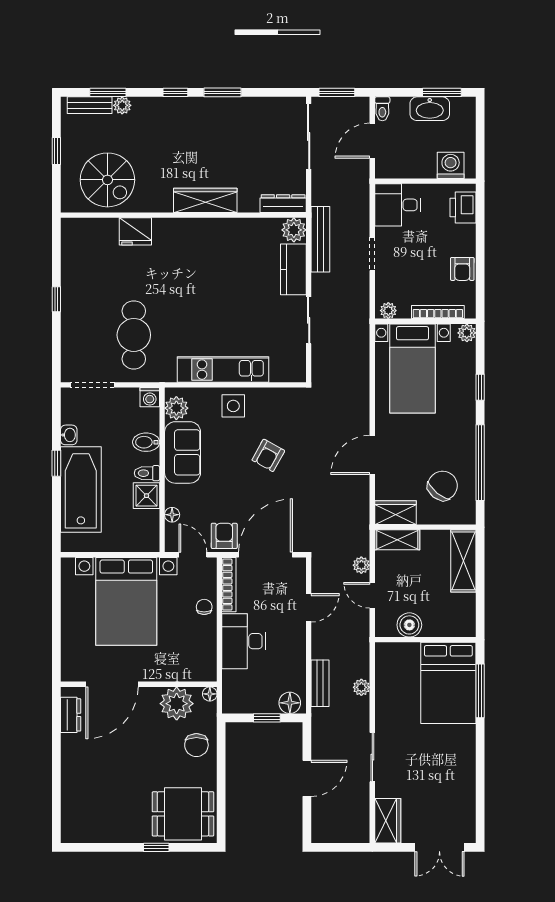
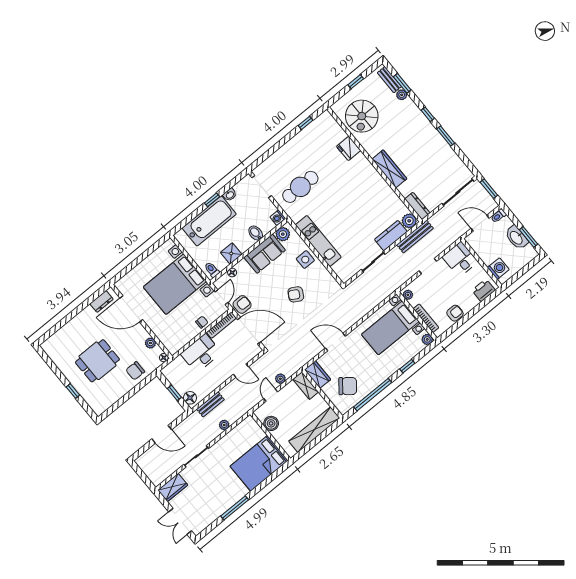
armchair: (462, 269) -> (455, 313), turned 180
window: (56, 299) -> (306, 123), moved
toilet: (147, 473) -> (212, 270), moved
shelving: (463, 561) -> (314, 430), width x1.47
window: (480, 691) -> (235, 508), moved
plant: (177, 704) -> (150, 343), width x0.53, depth x0.53
dining table: (183, 814) -> (97, 361), moved, turned 90

